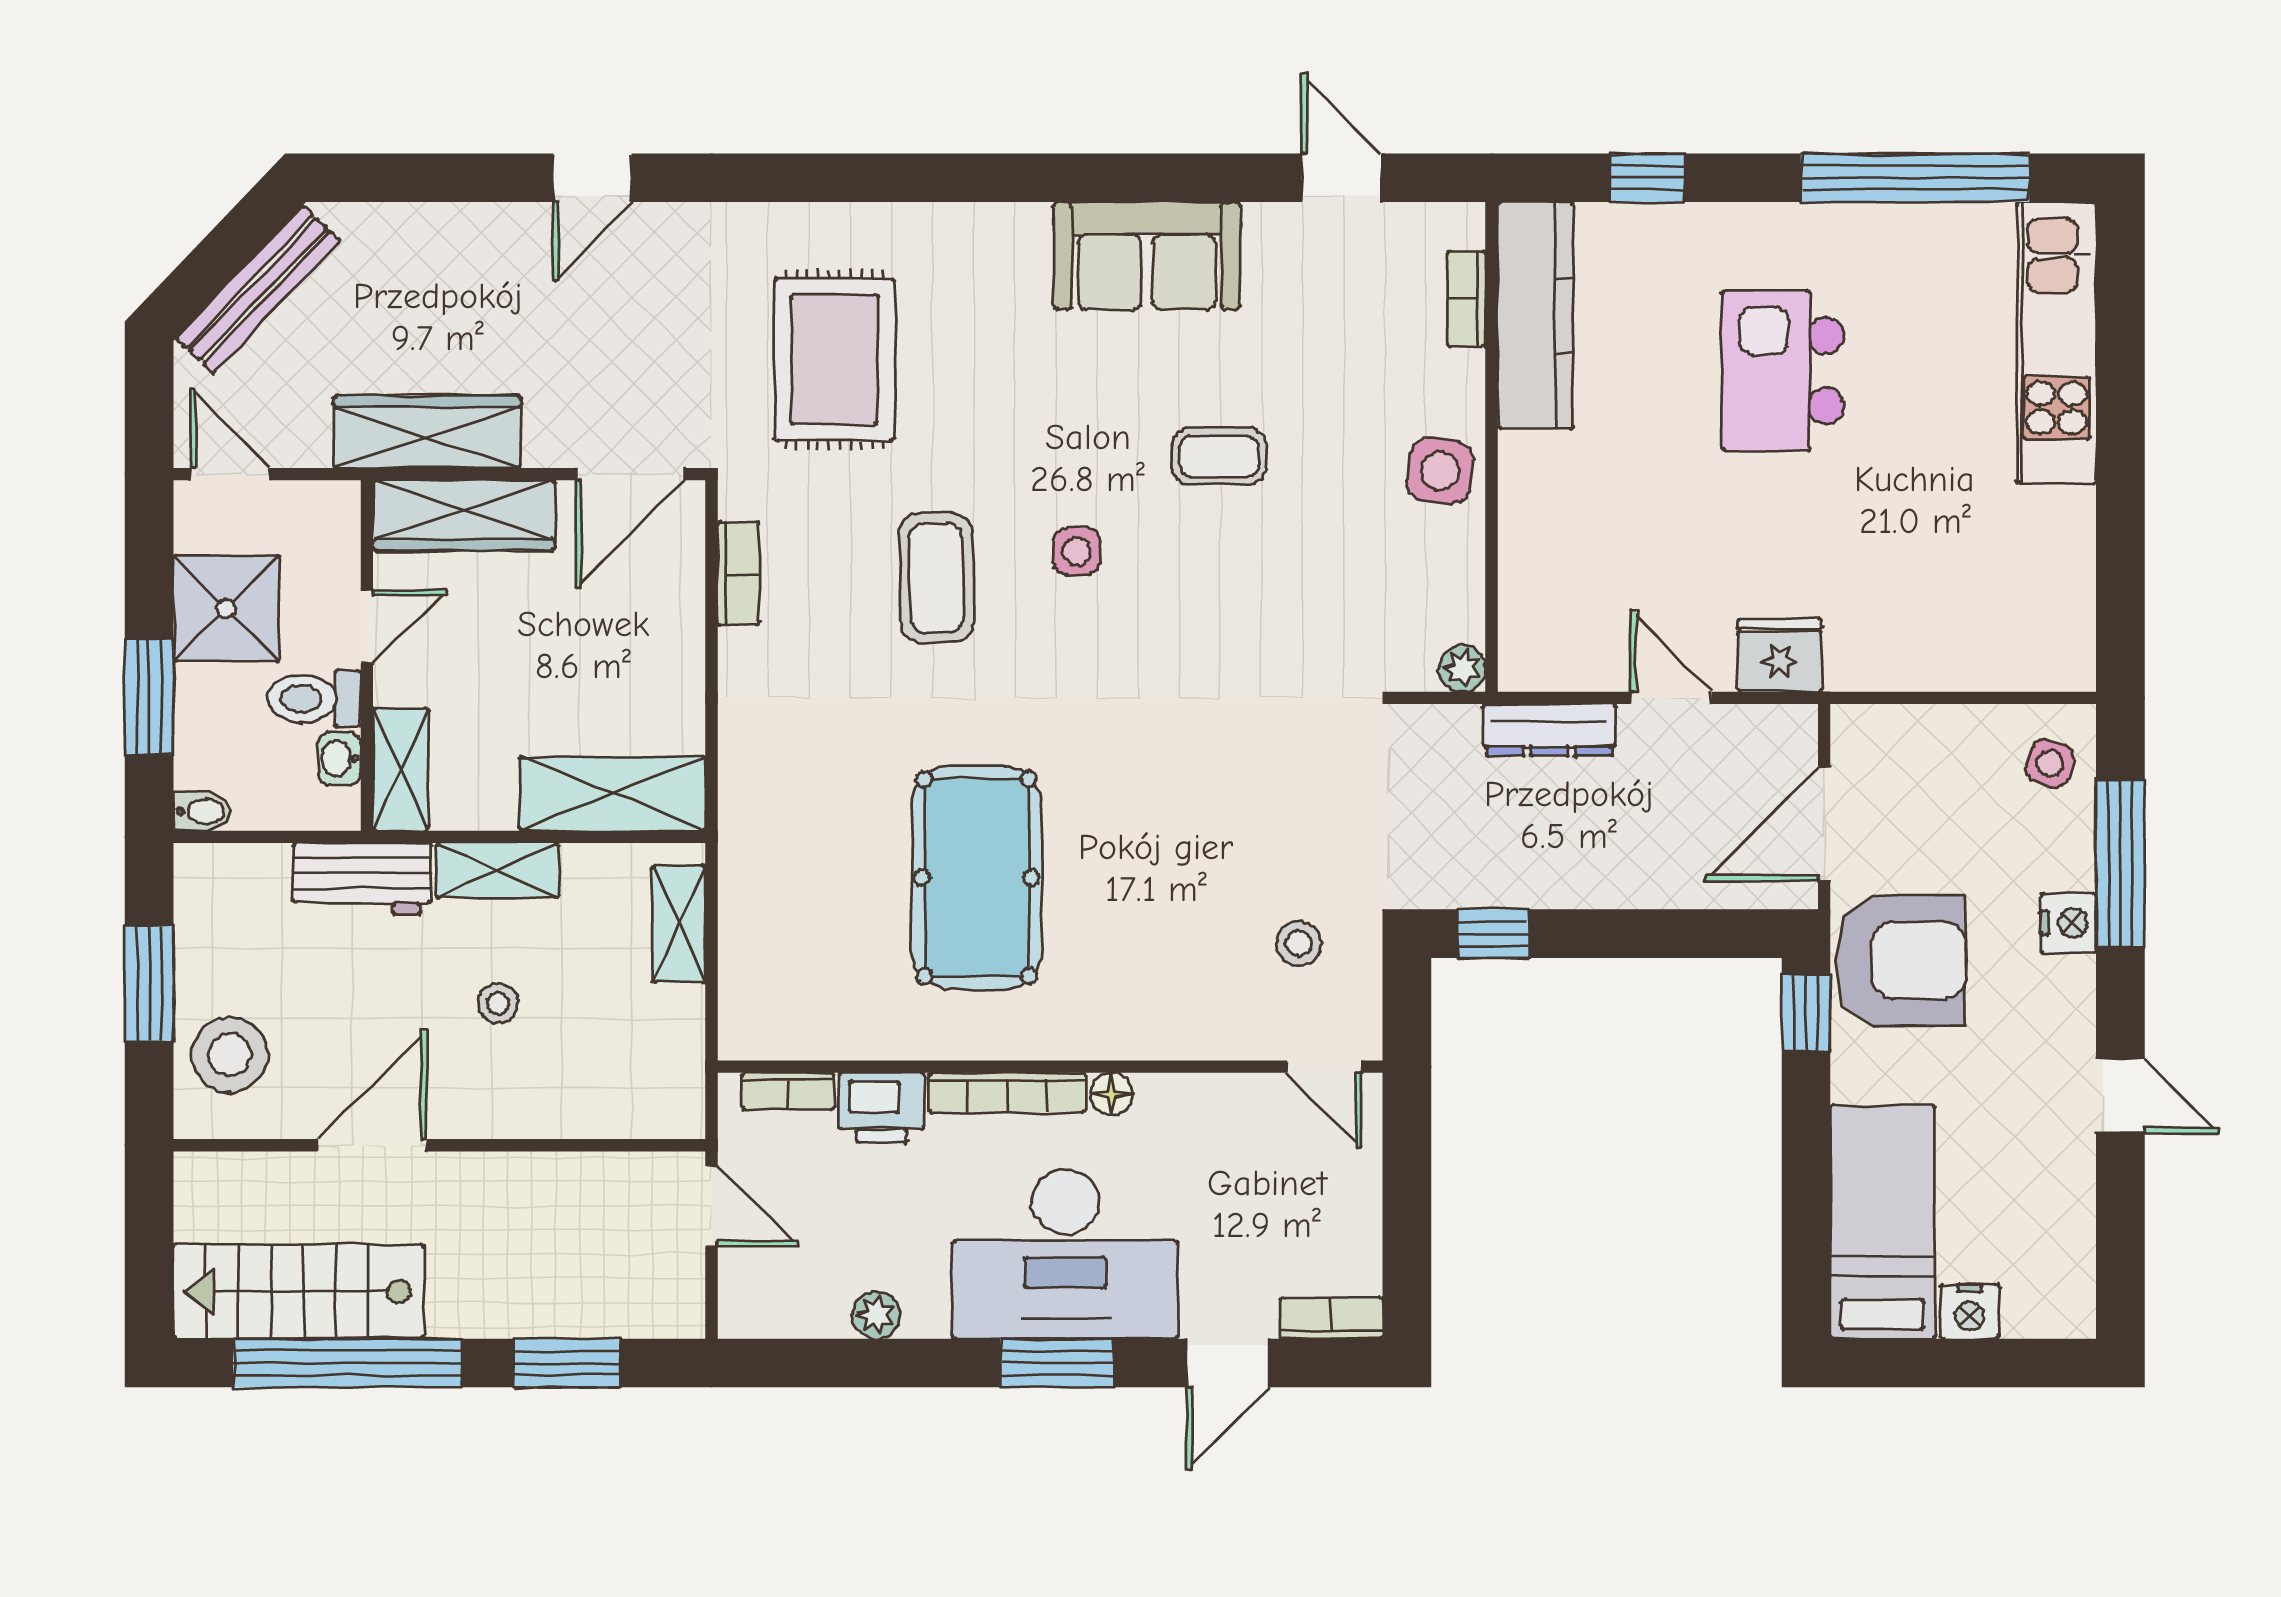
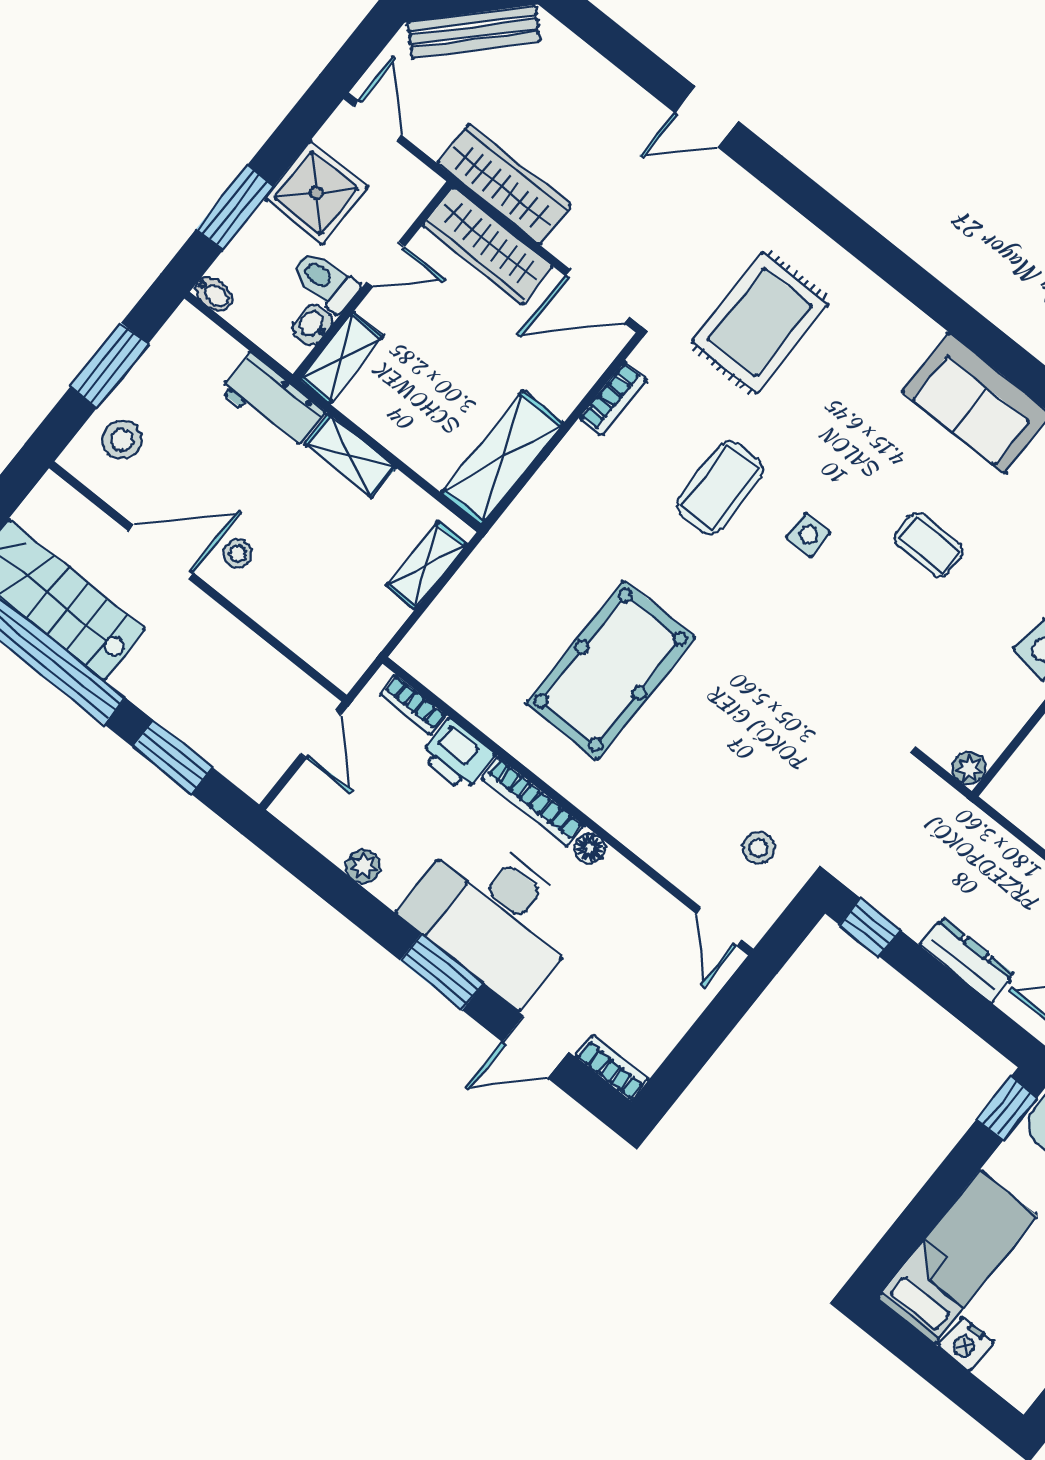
dresser: (1549, 730) -> (967, 960), moved, turned 180
shelving: (613, 794) -> (502, 458), moved, turned 90
stool: (498, 1004) -> (238, 554), moved
stool: (229, 1055) -> (122, 440), width x0.73, depth x0.73

